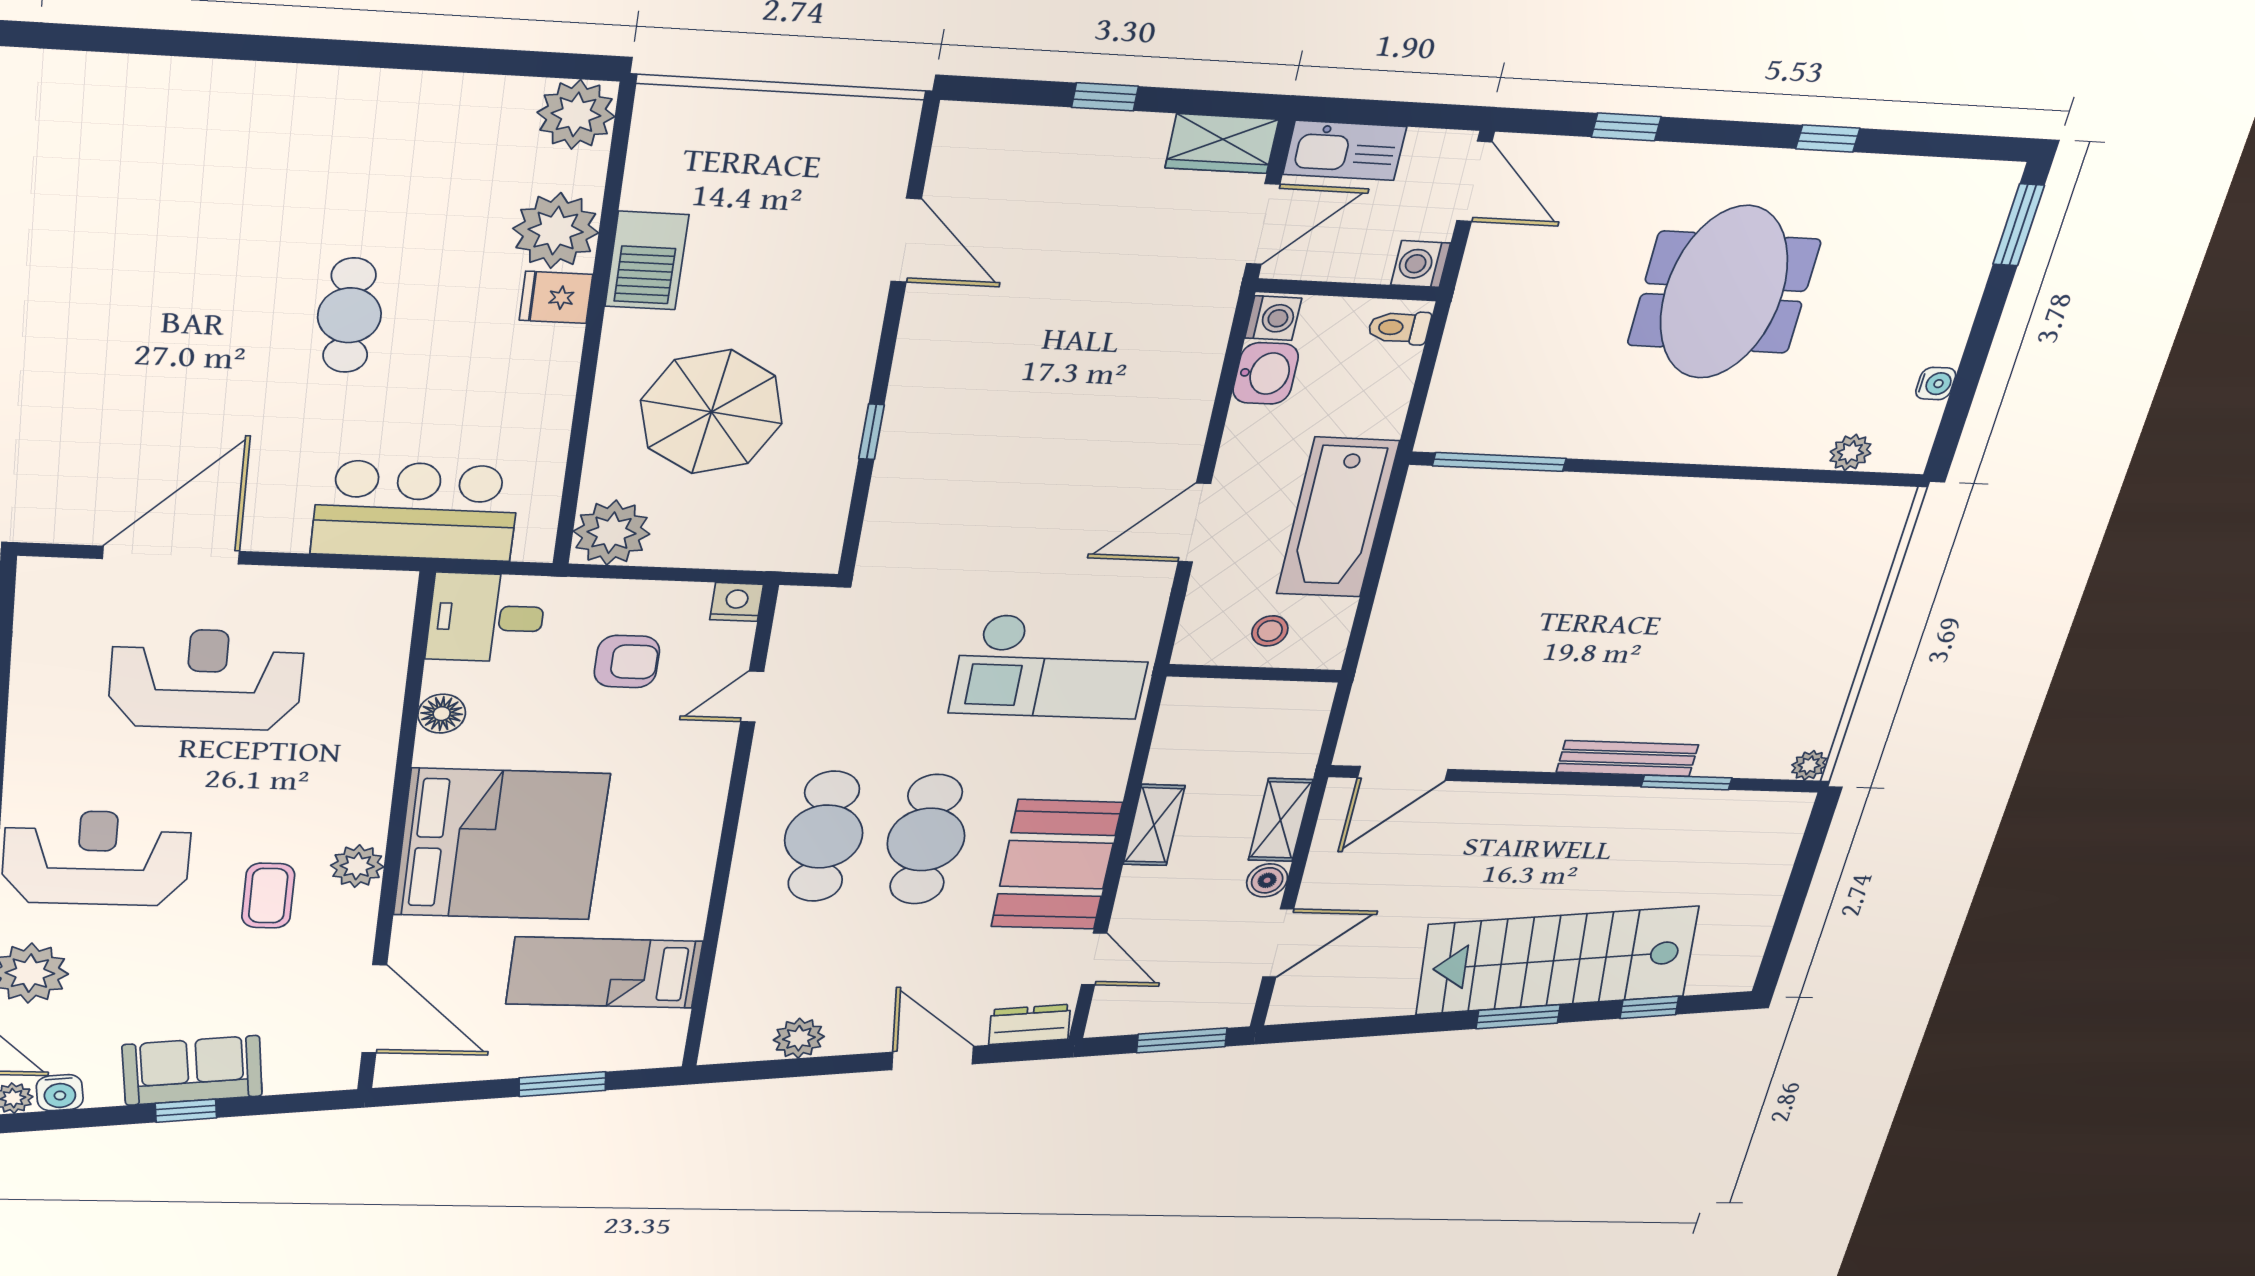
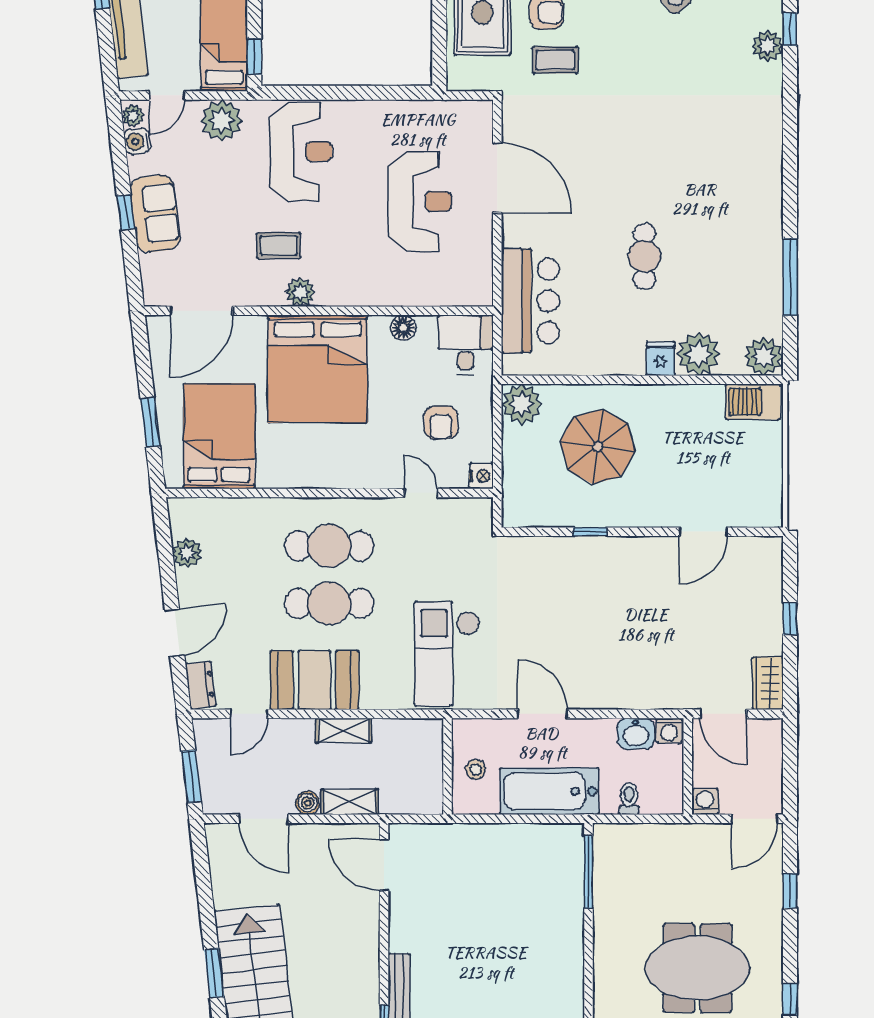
window: (420, 57) -> (790, 277), added
kitchen sink: (1345, 151) -> (768, 747), removed
barbecue: (647, 261) -> (753, 402), moved
cafe table: (349, 315) -> (644, 256), turned 90
toilet: (1399, 328) -> (629, 799), moved
bed: (604, 973) -> (219, 436), width x1.50

